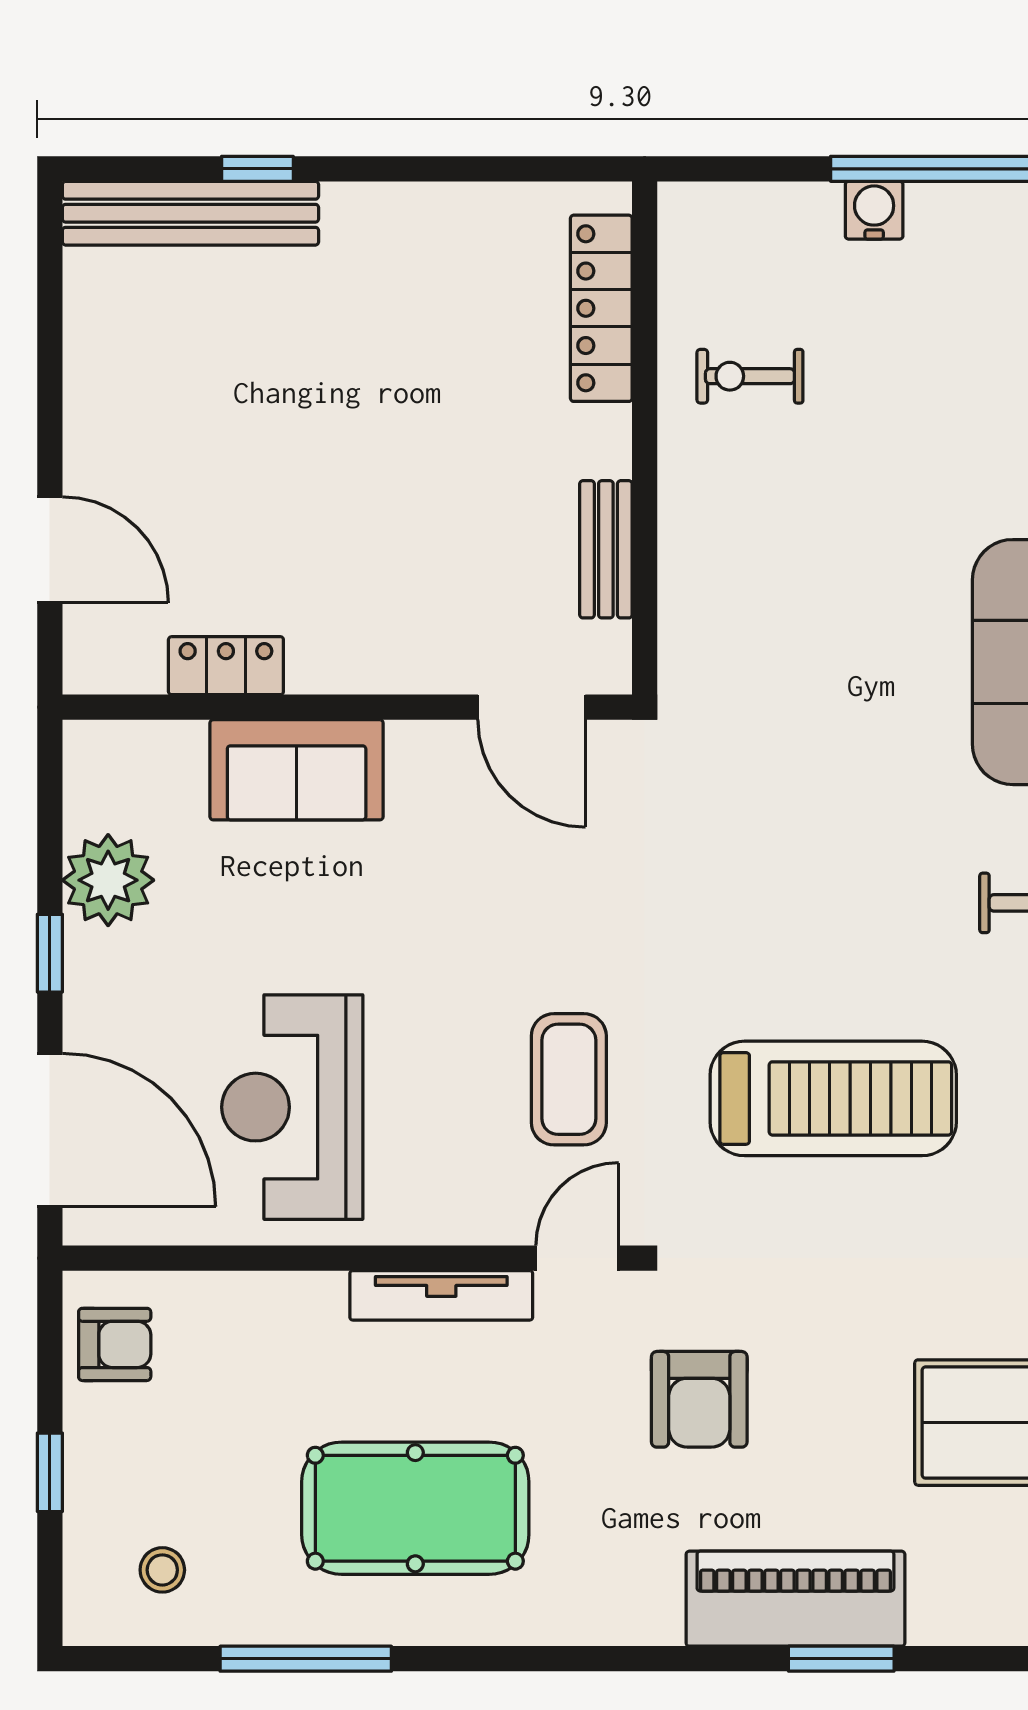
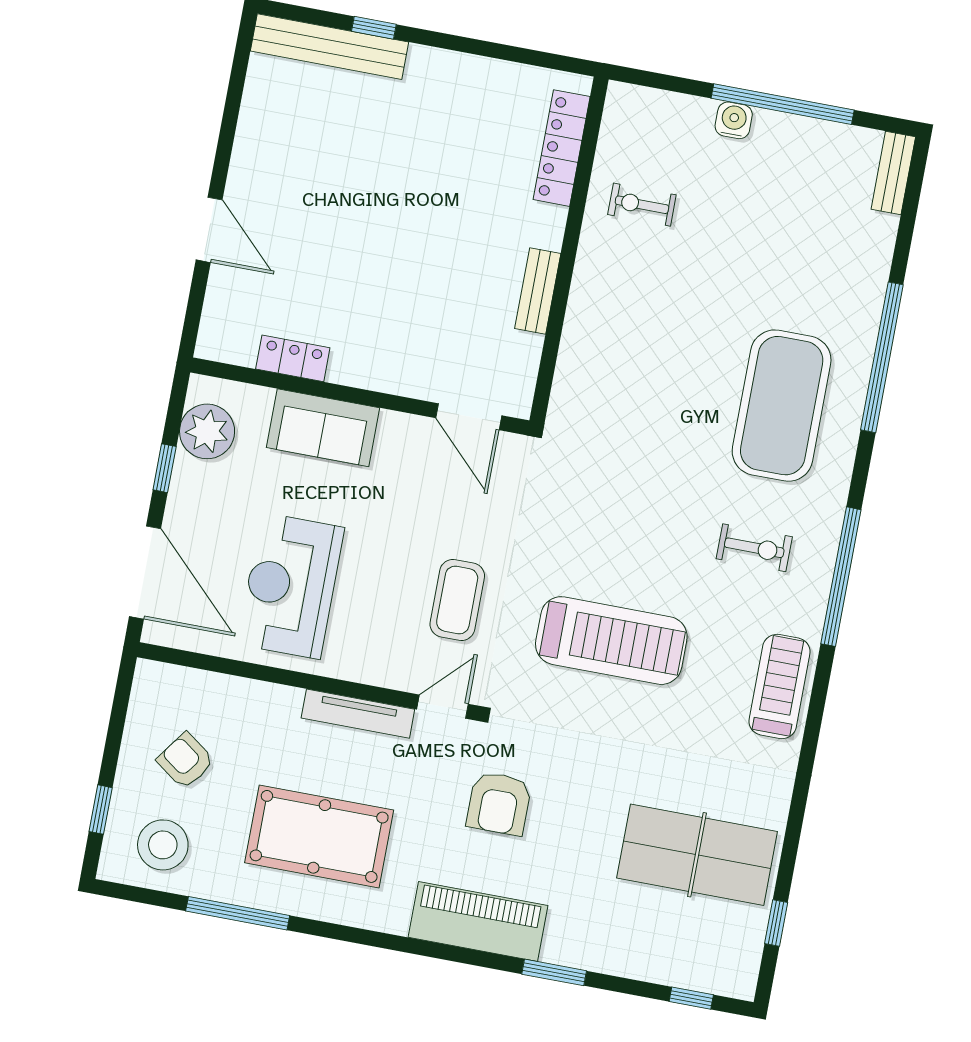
locker: (226, 666) -> (293, 358), moved
wall: (347, 707) -> (360, 396), moved
door: (532, 707) -> (469, 417), moved
sofa: (297, 770) -> (323, 428), moved
armchair: (115, 1344) -> (186, 761), moved, turned -144
window: (50, 1472) -> (101, 810), moved
stool: (162, 1570) -> (163, 845), width x1.89, depth x1.89
piano: (795, 1599) -> (478, 921), moved

